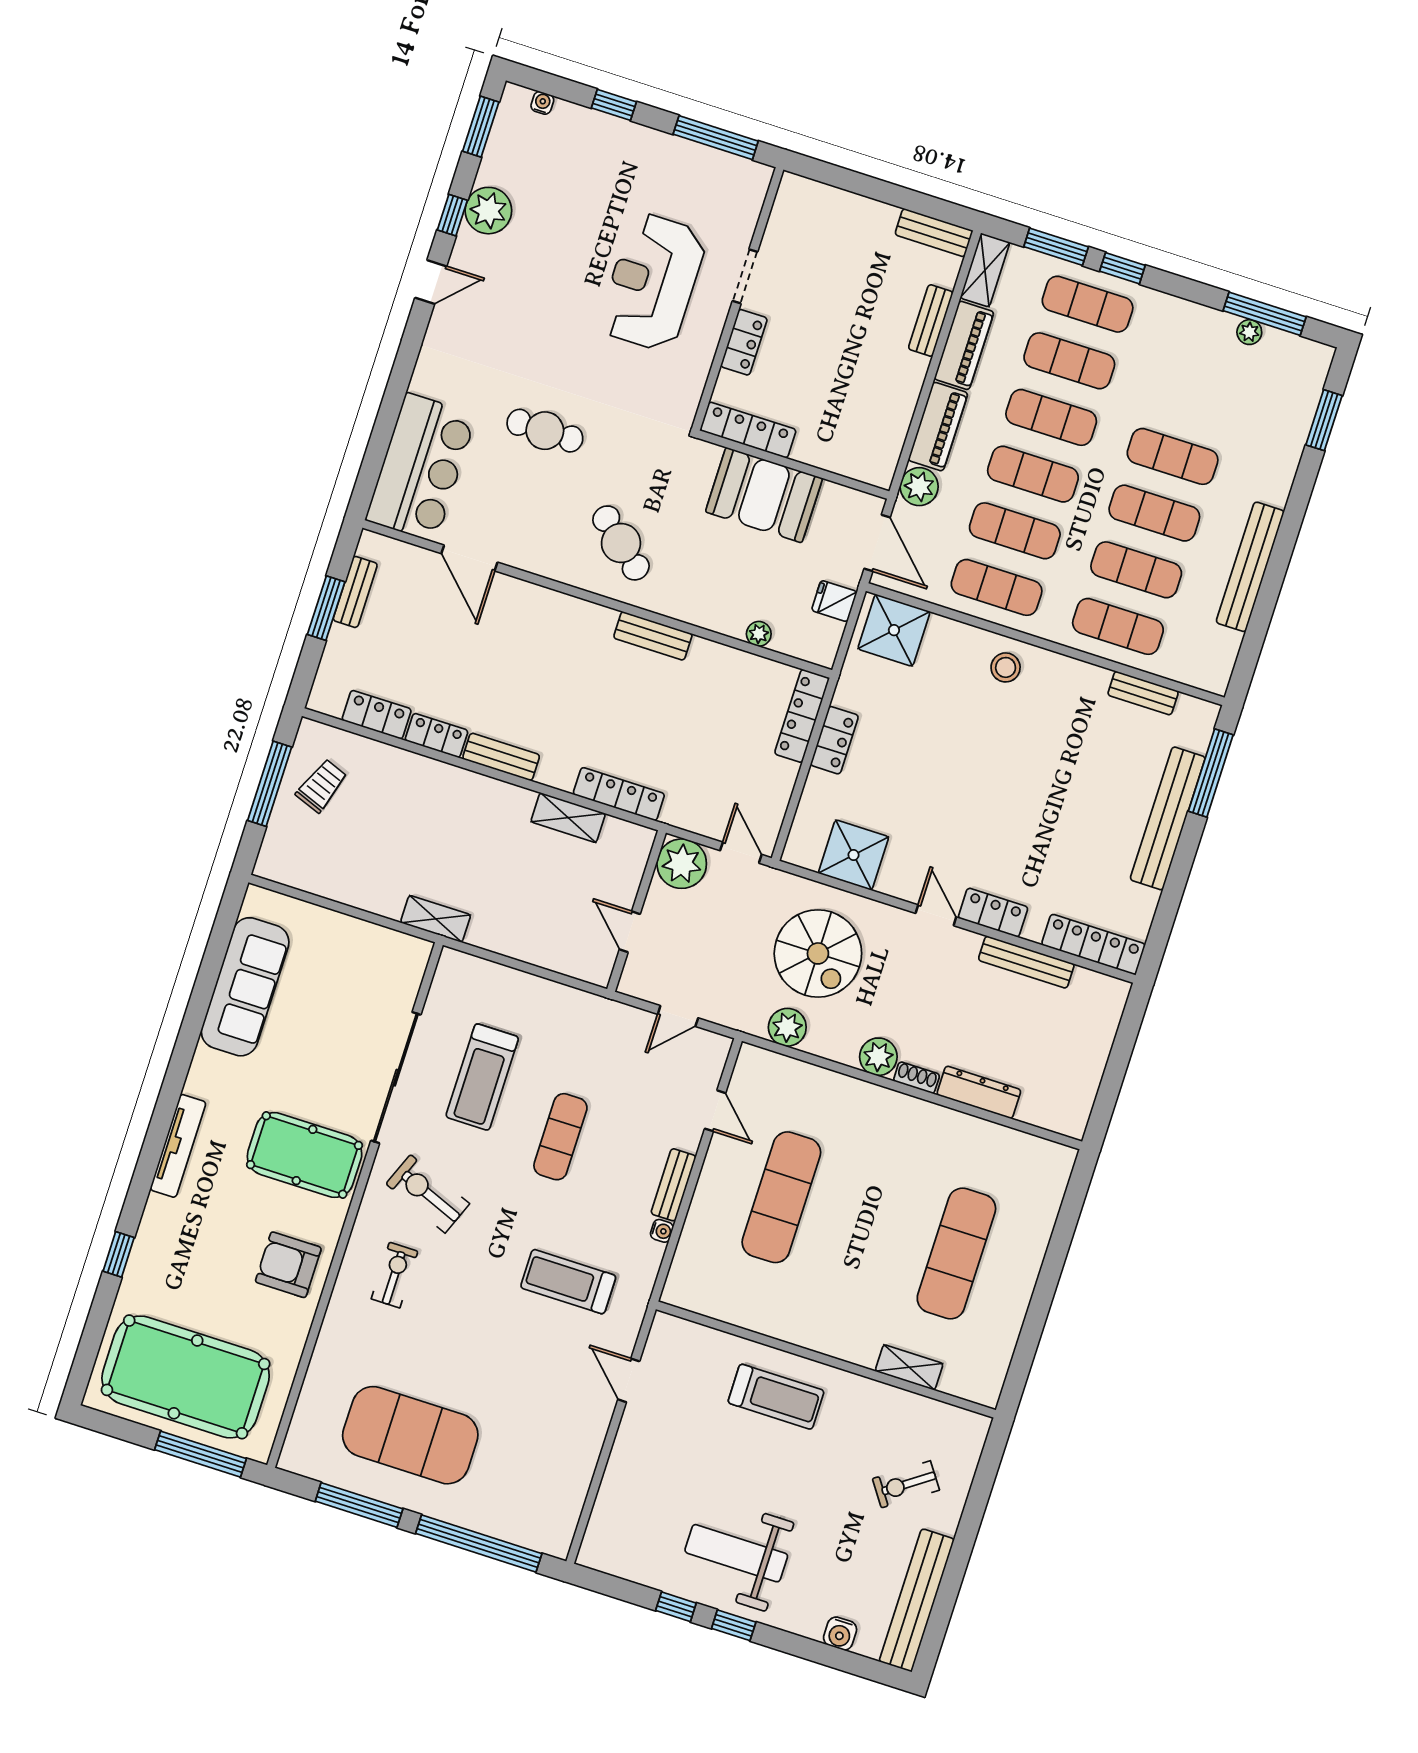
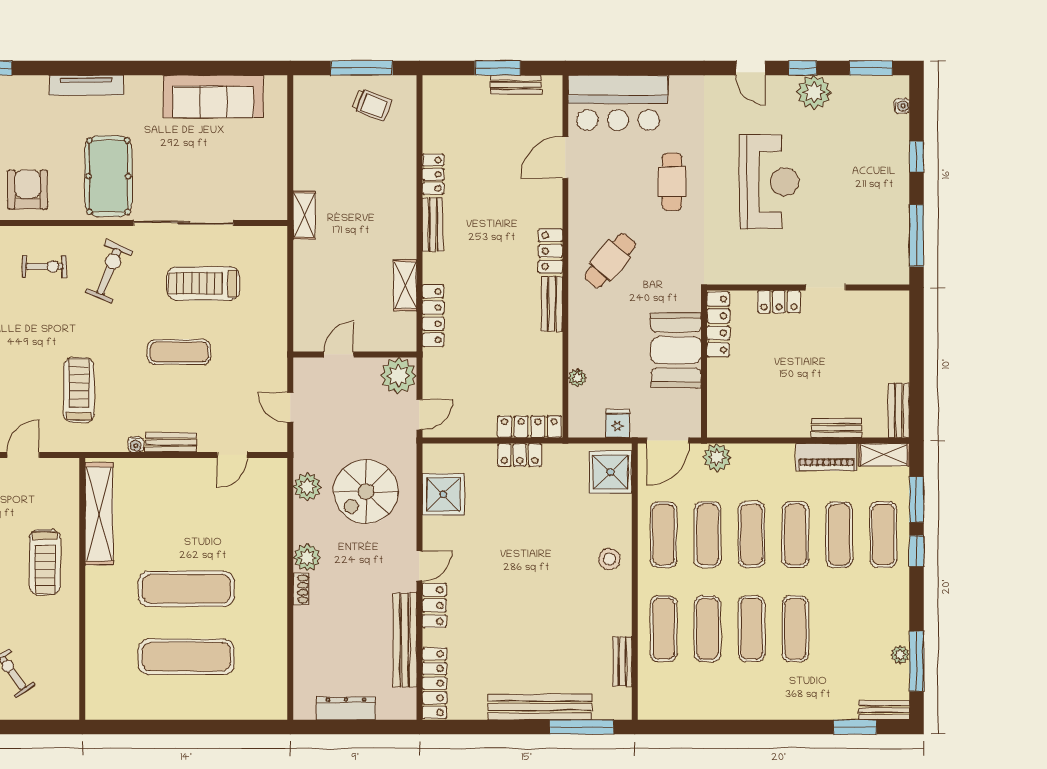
reception desk: (653, 282) -> (769, 182), moved, turned 90
piano: (938, 427) -> (763, 457), removed
bench: (1250, 567) -> (884, 710), moved, width x0.54, depth x0.82
locker: (377, 715) -> (551, 251), moved, turned 180
bench: (1026, 962) -> (405, 640), width x1.37, depth x1.21
dresser: (979, 1092) -> (346, 708), moved, turned -90
exercise mat: (781, 1197) -> (186, 589), moved
shelving: (909, 1367) -> (99, 514), moved, width x2.20, depth x1.33

